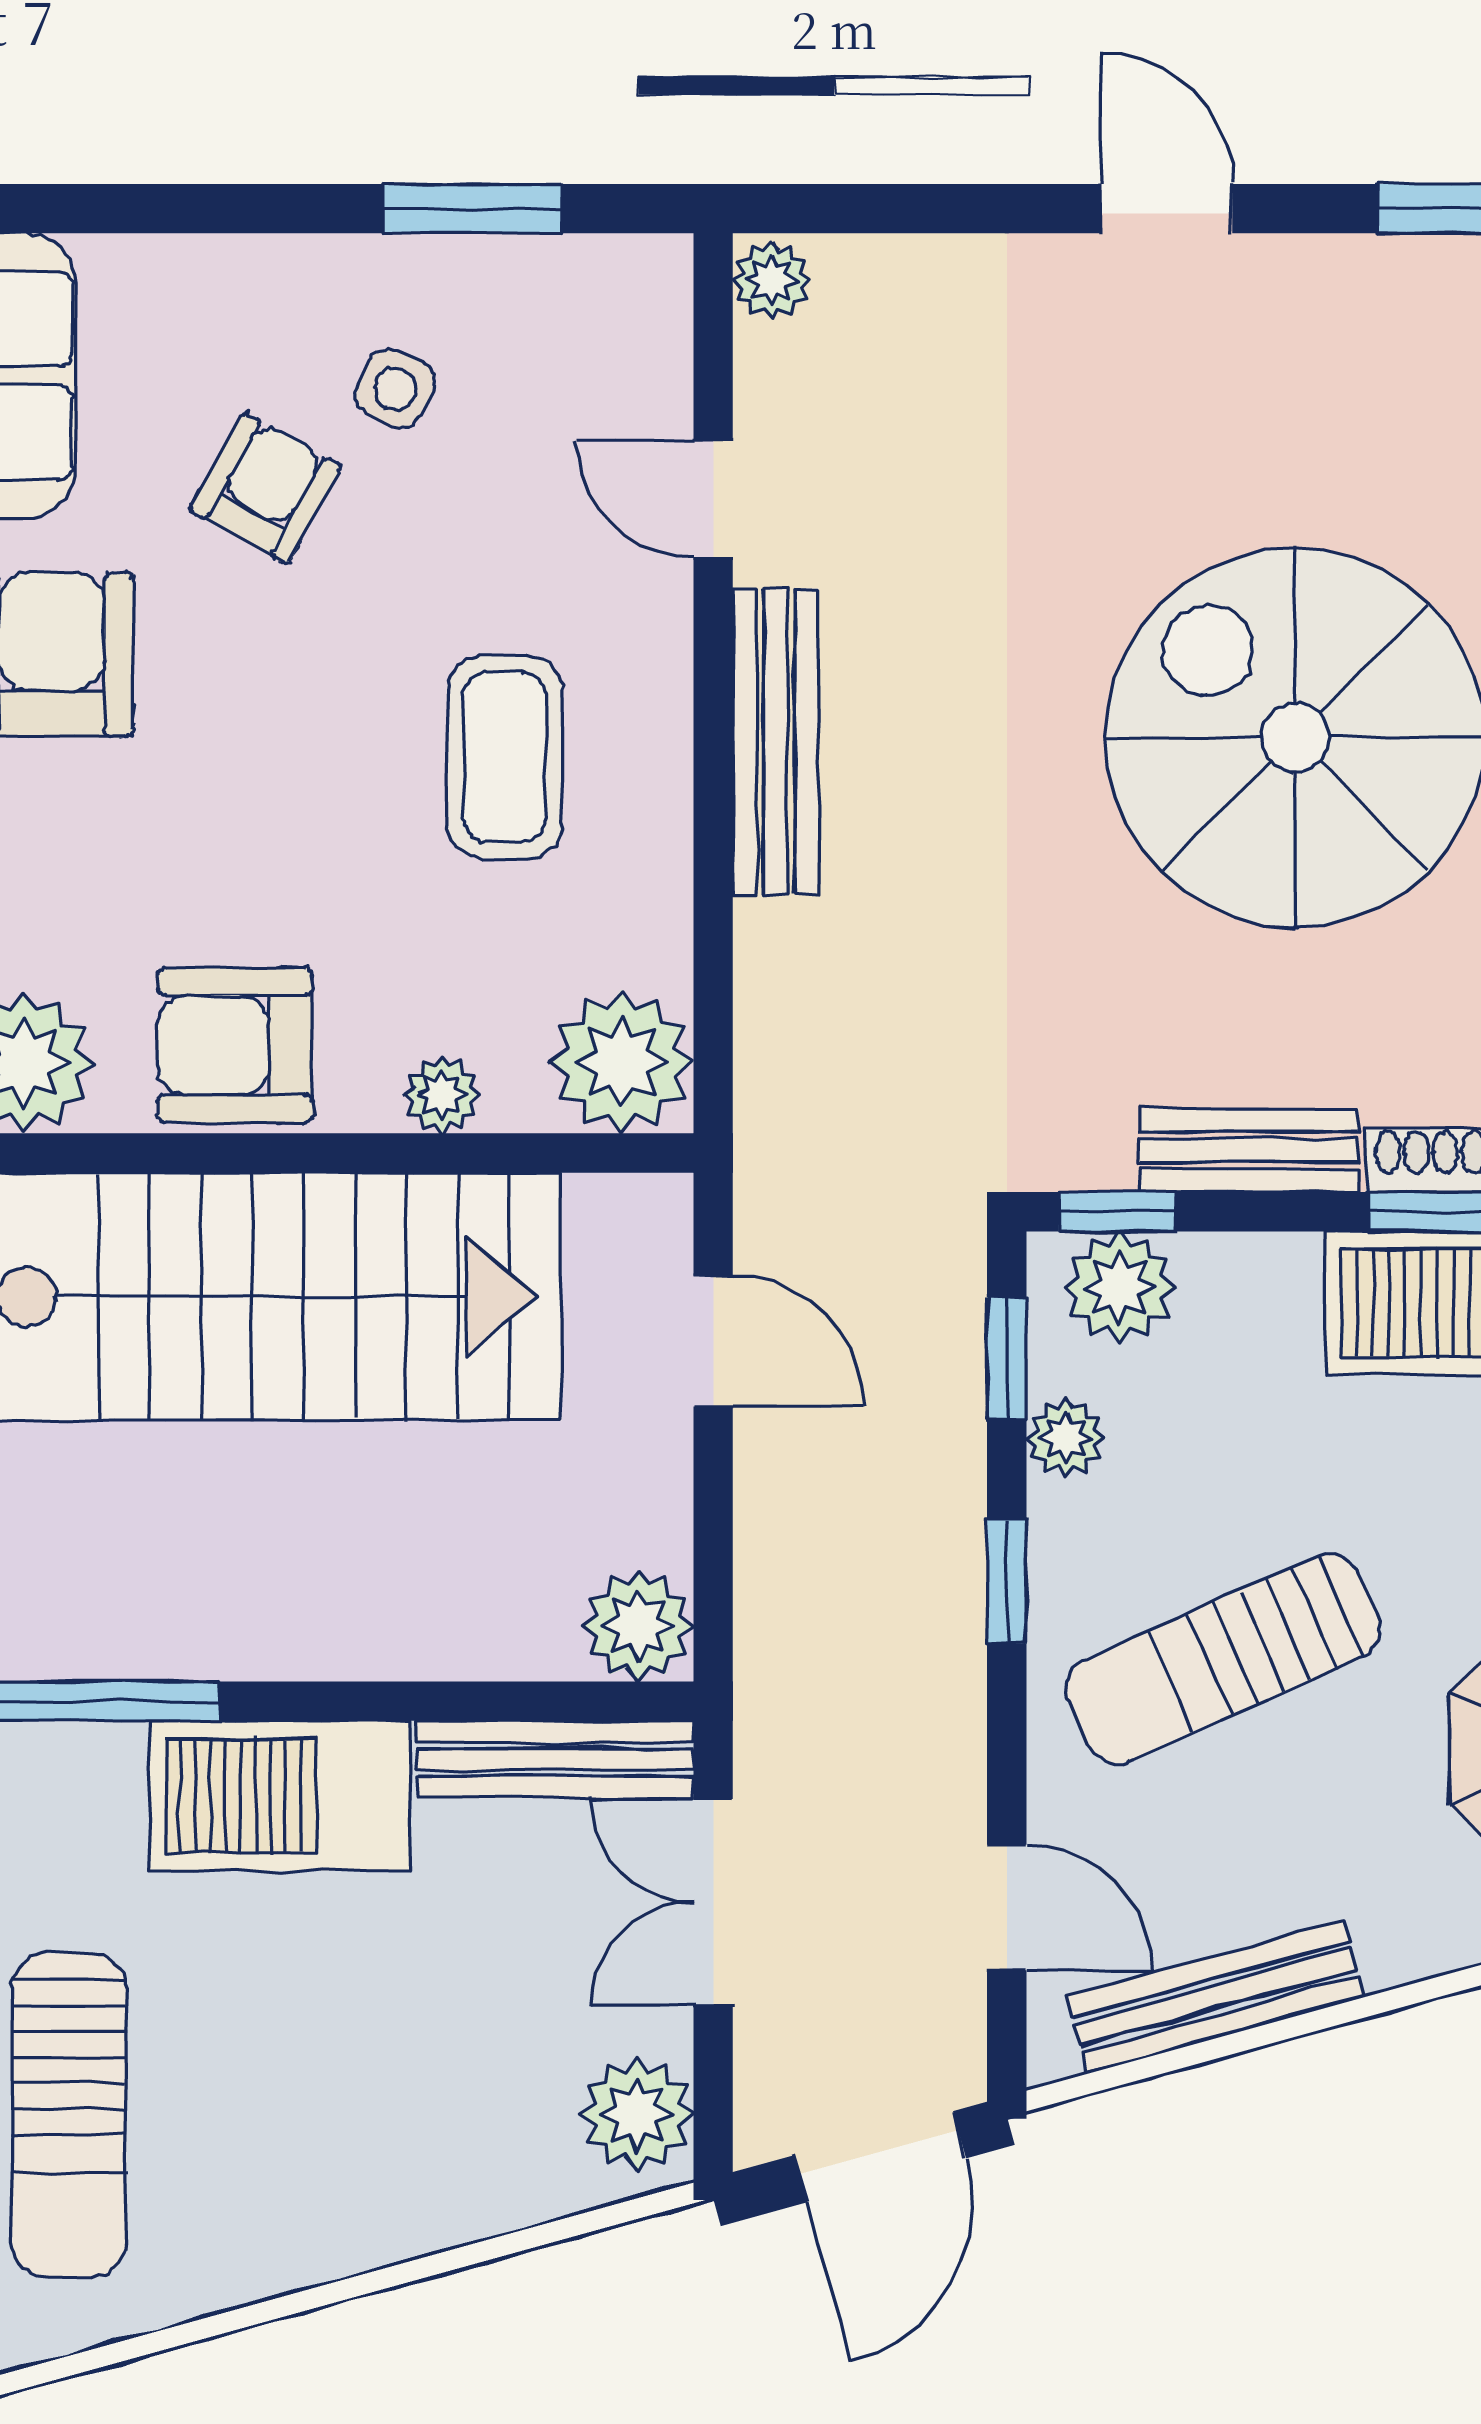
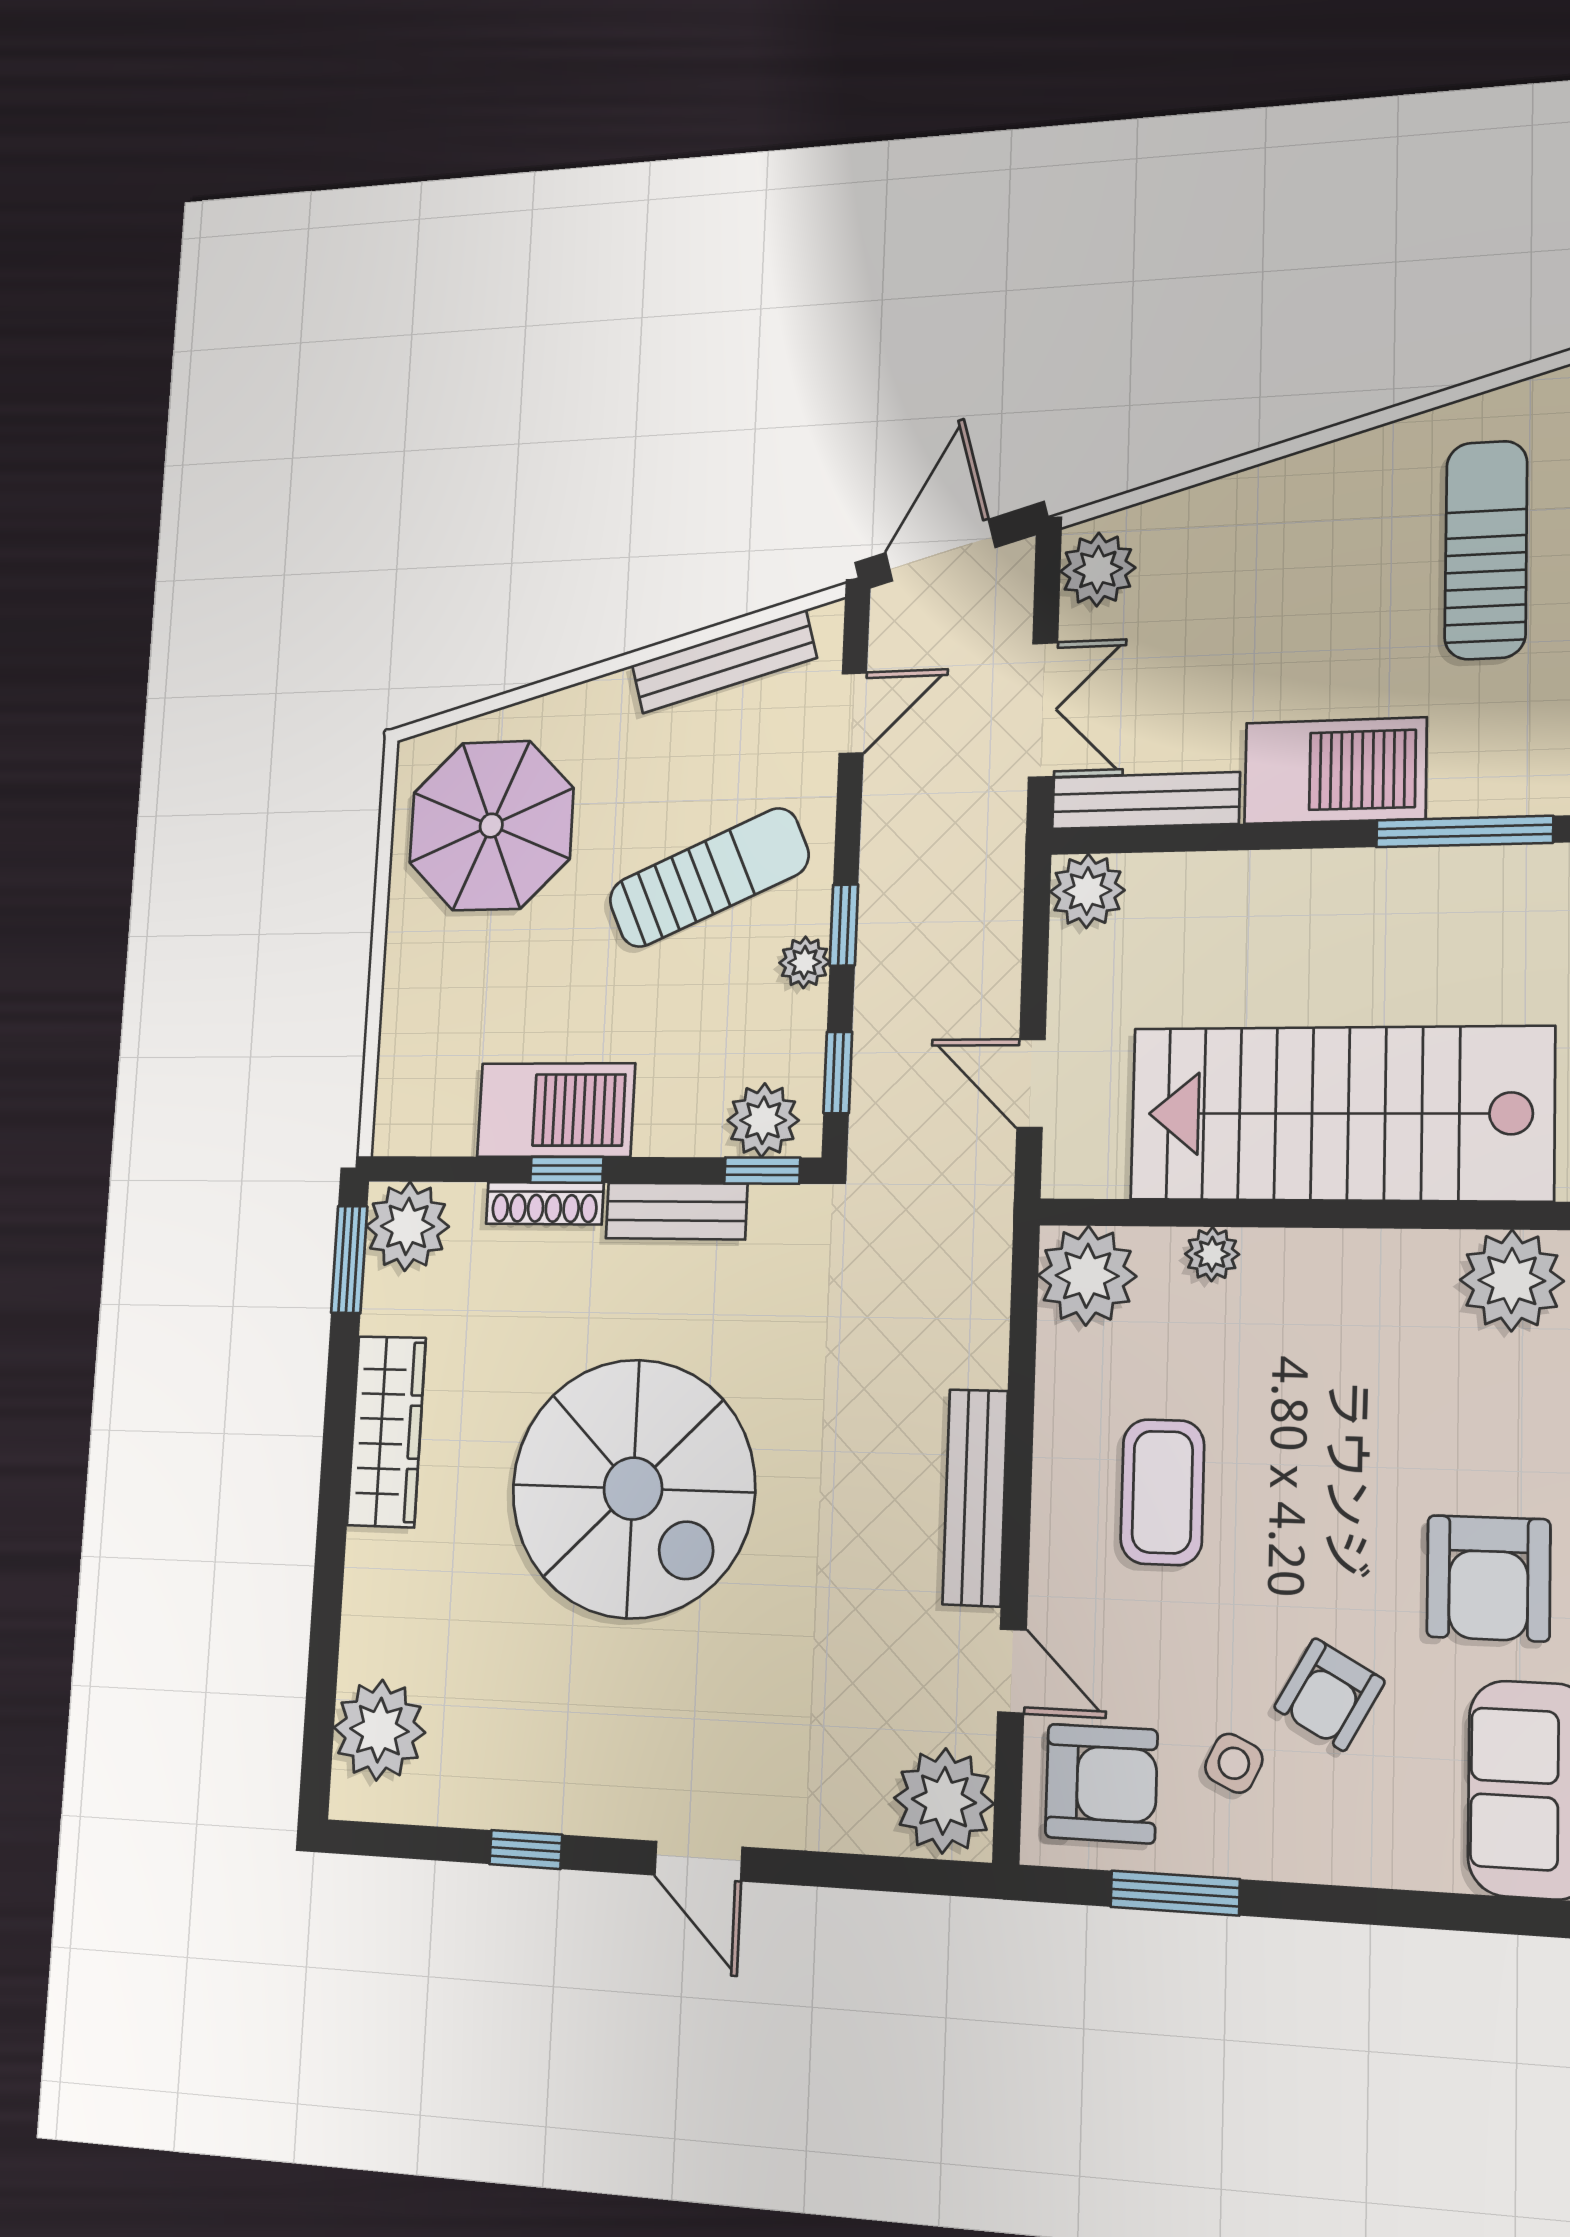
plant: (772, 280) -> (944, 1801), width x1.88, depth x1.88
armchair: (235, 1045) -> (1101, 1783), moved
plant: (1066, 1438) -> (804, 962), moved
door: (1007, 1908) -> (853, 713), swing flipped

